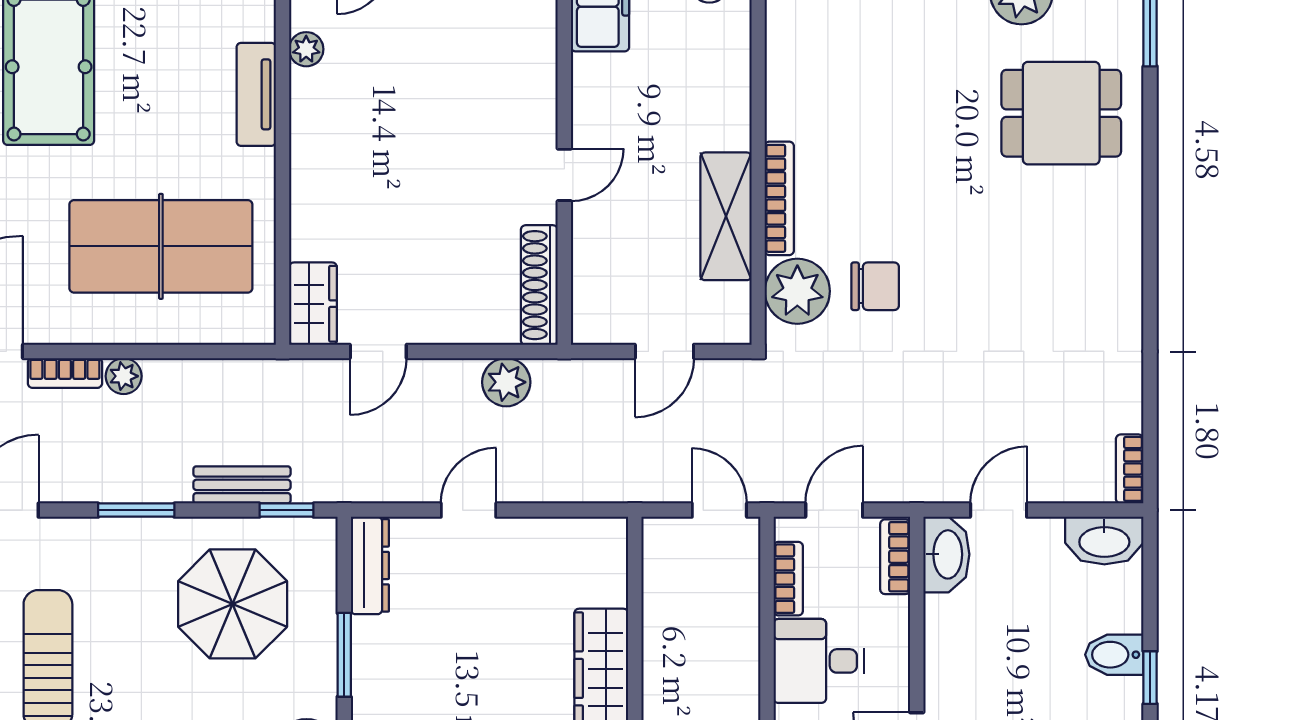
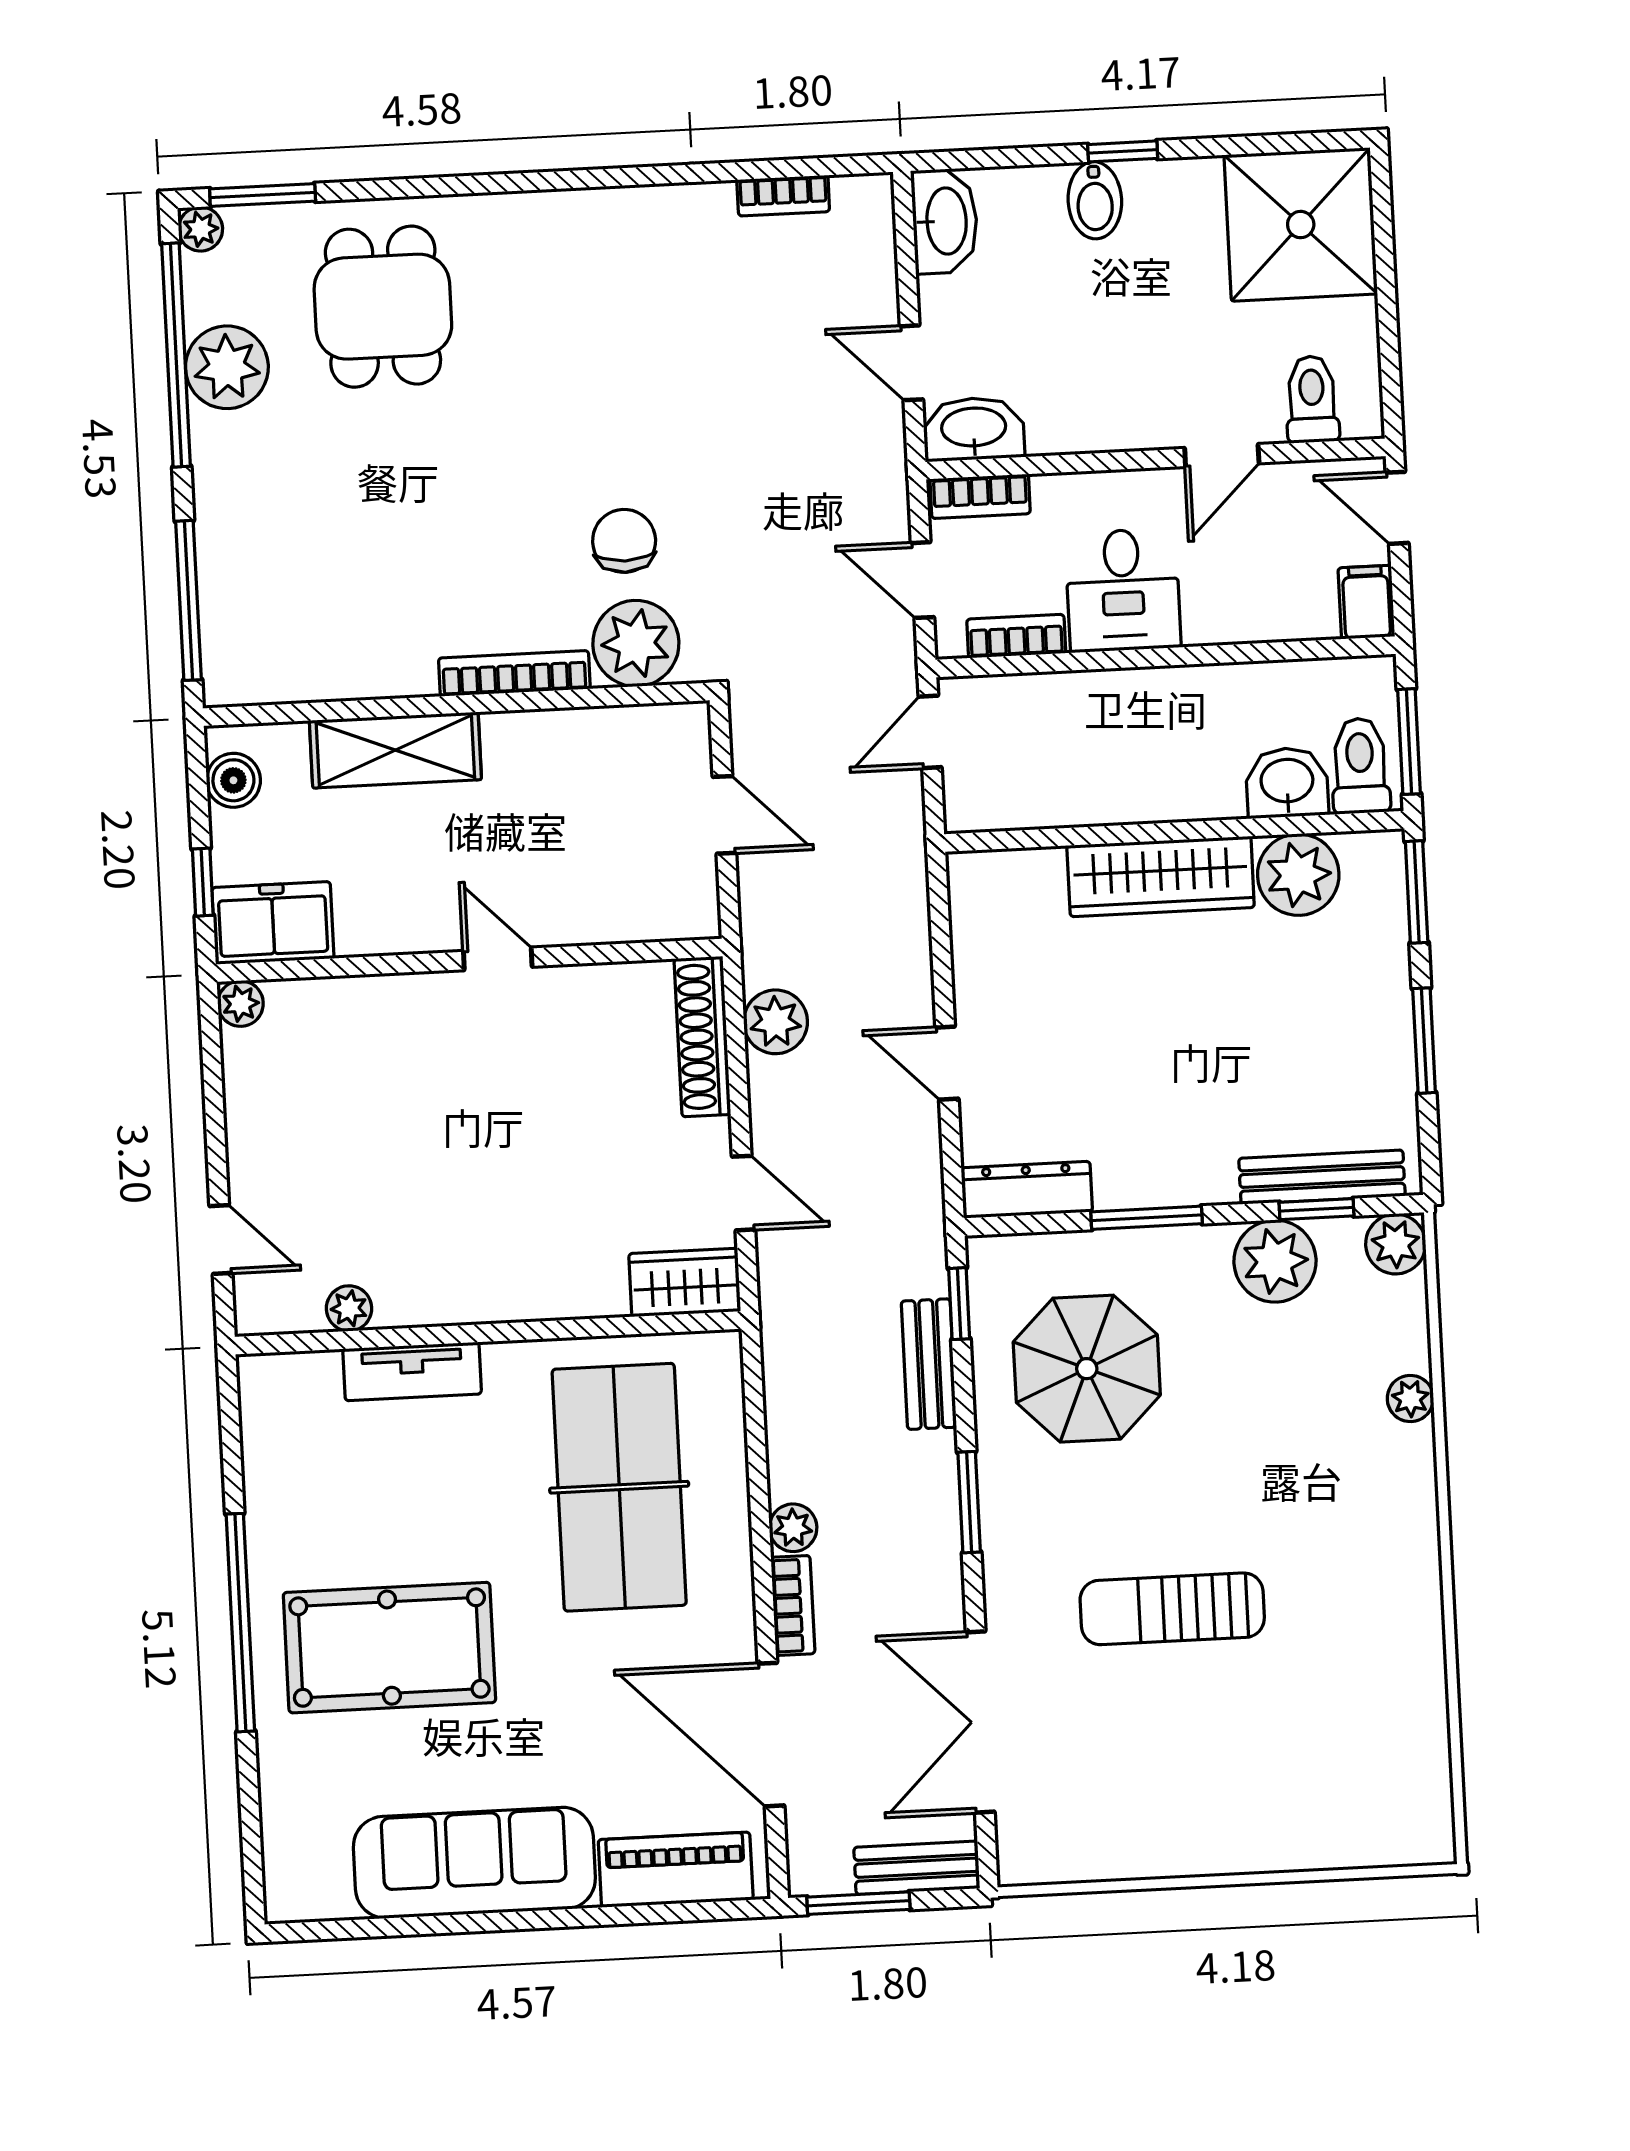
shelving: (726, 216) -> (395, 750), moved
shoe rack: (539, 285) -> (702, 1037), moved, turned 90
bookcase: (1130, 469) -> (783, 196), moved

